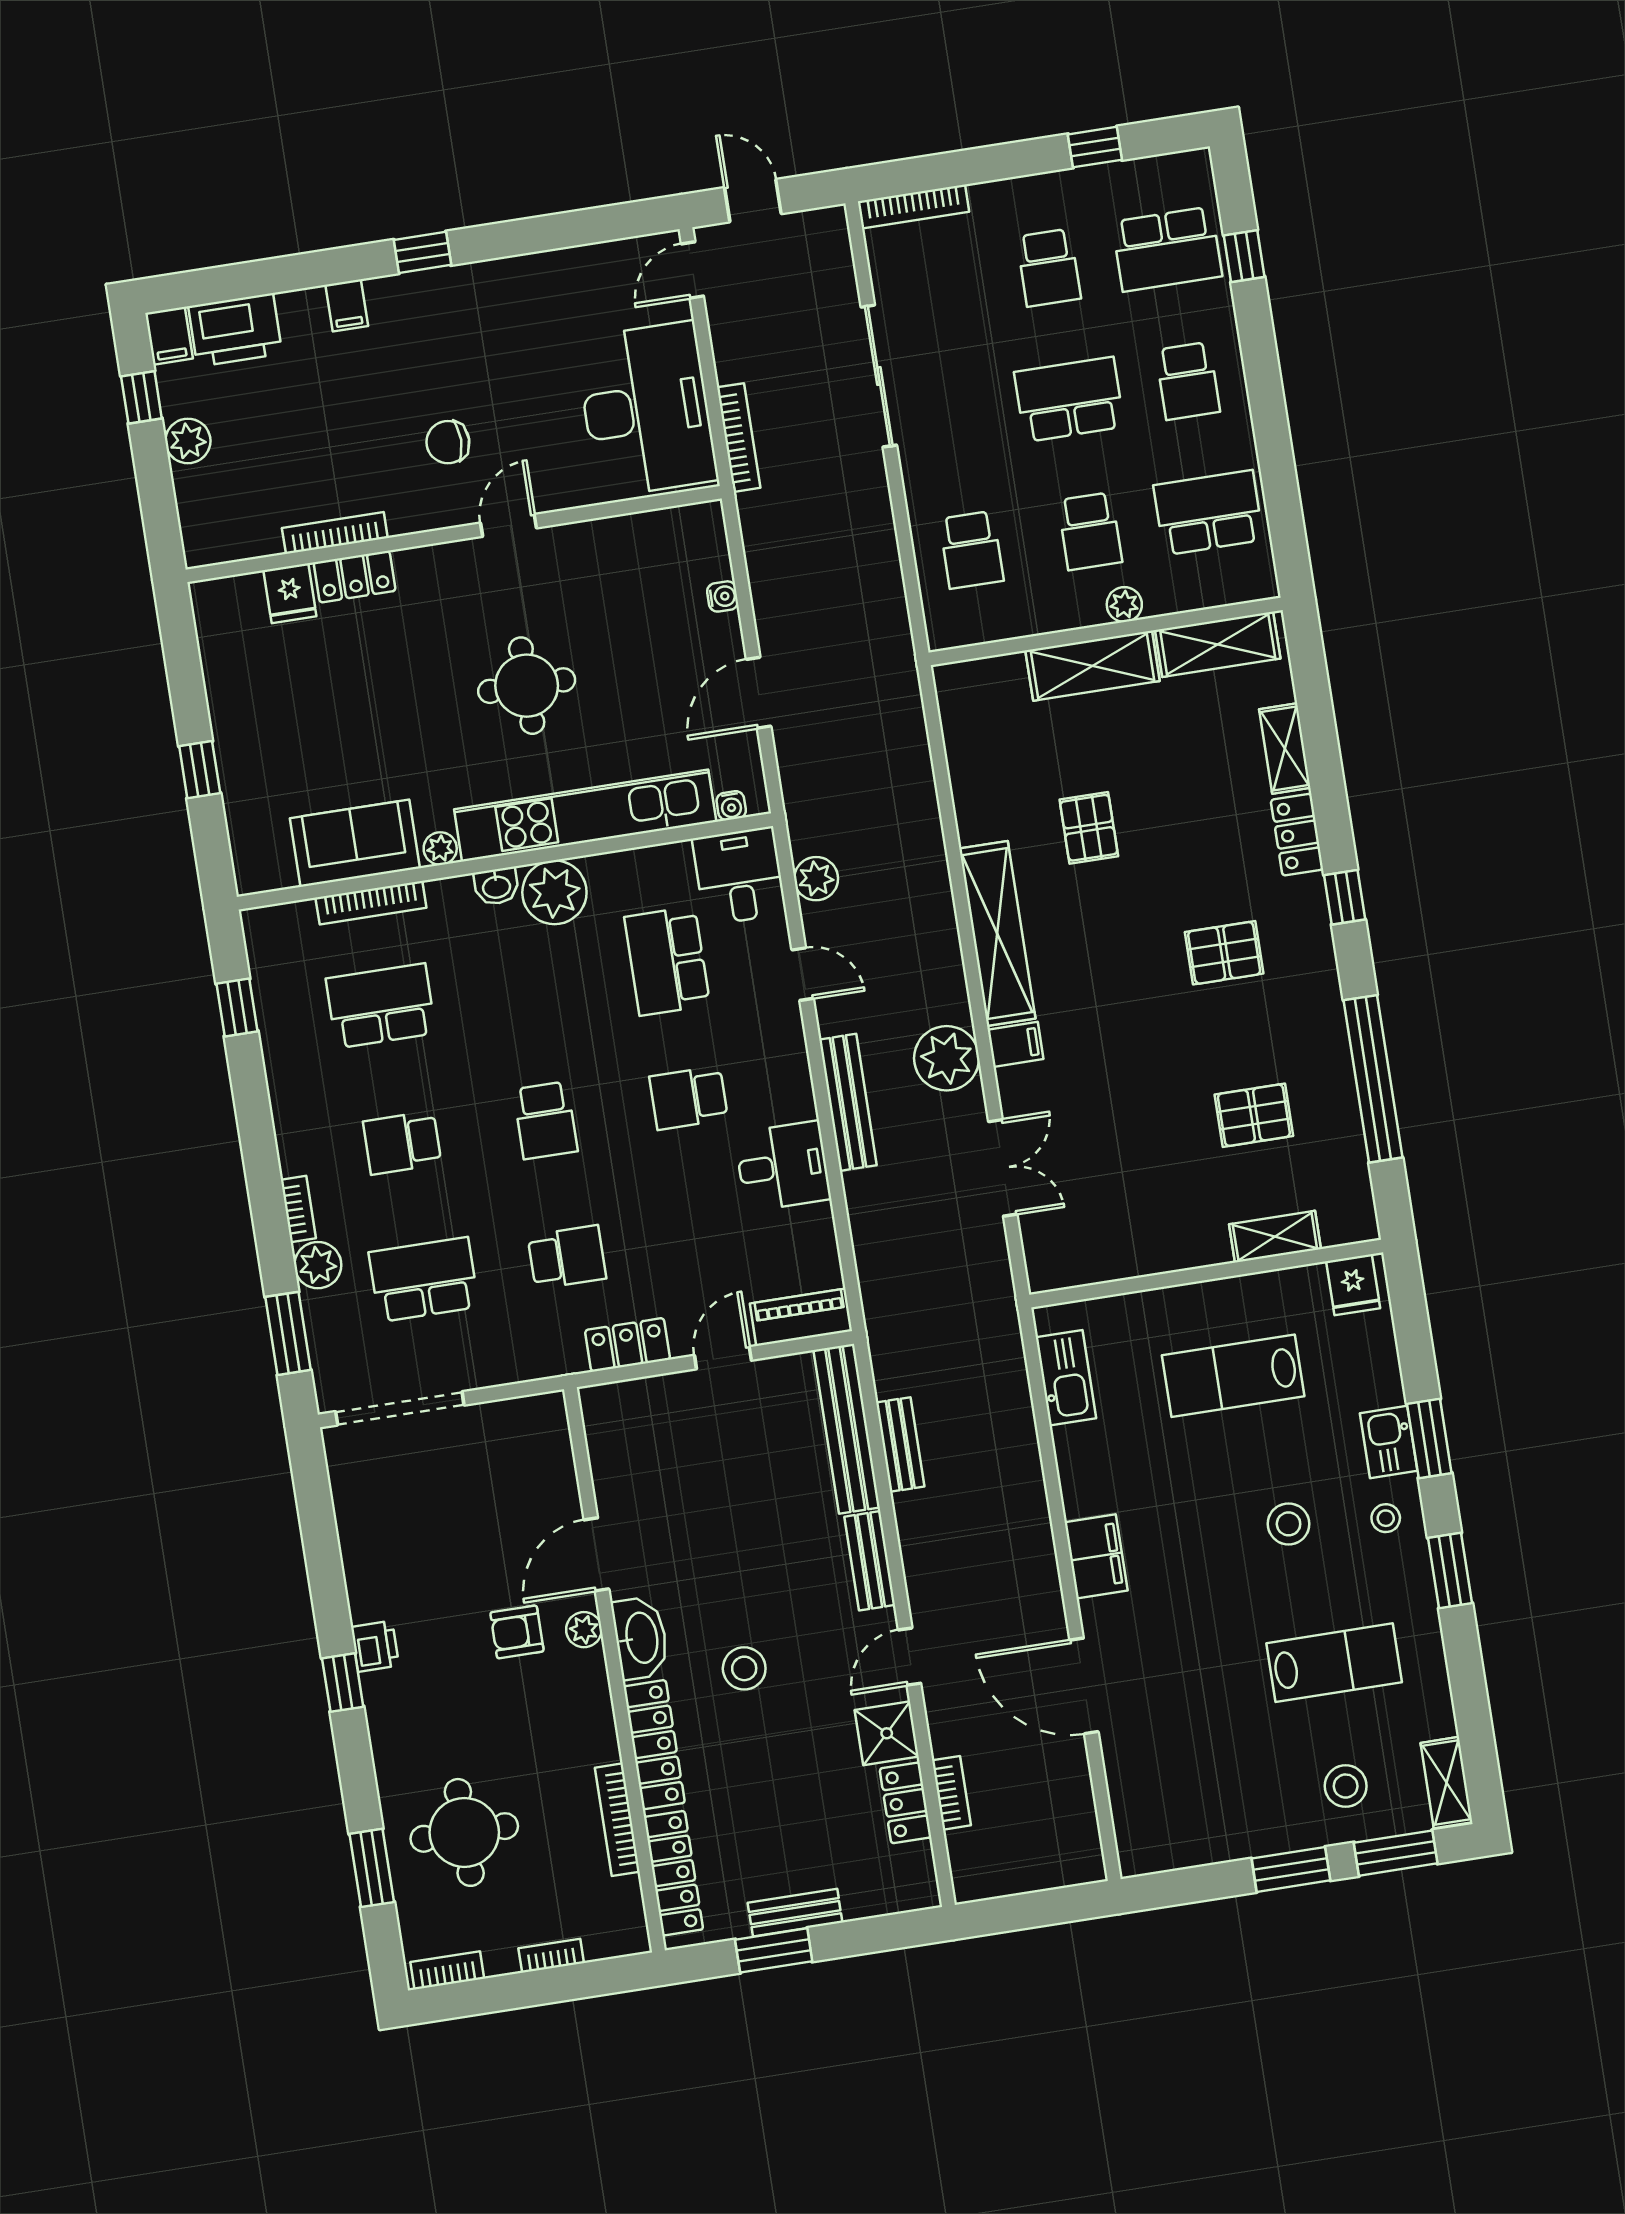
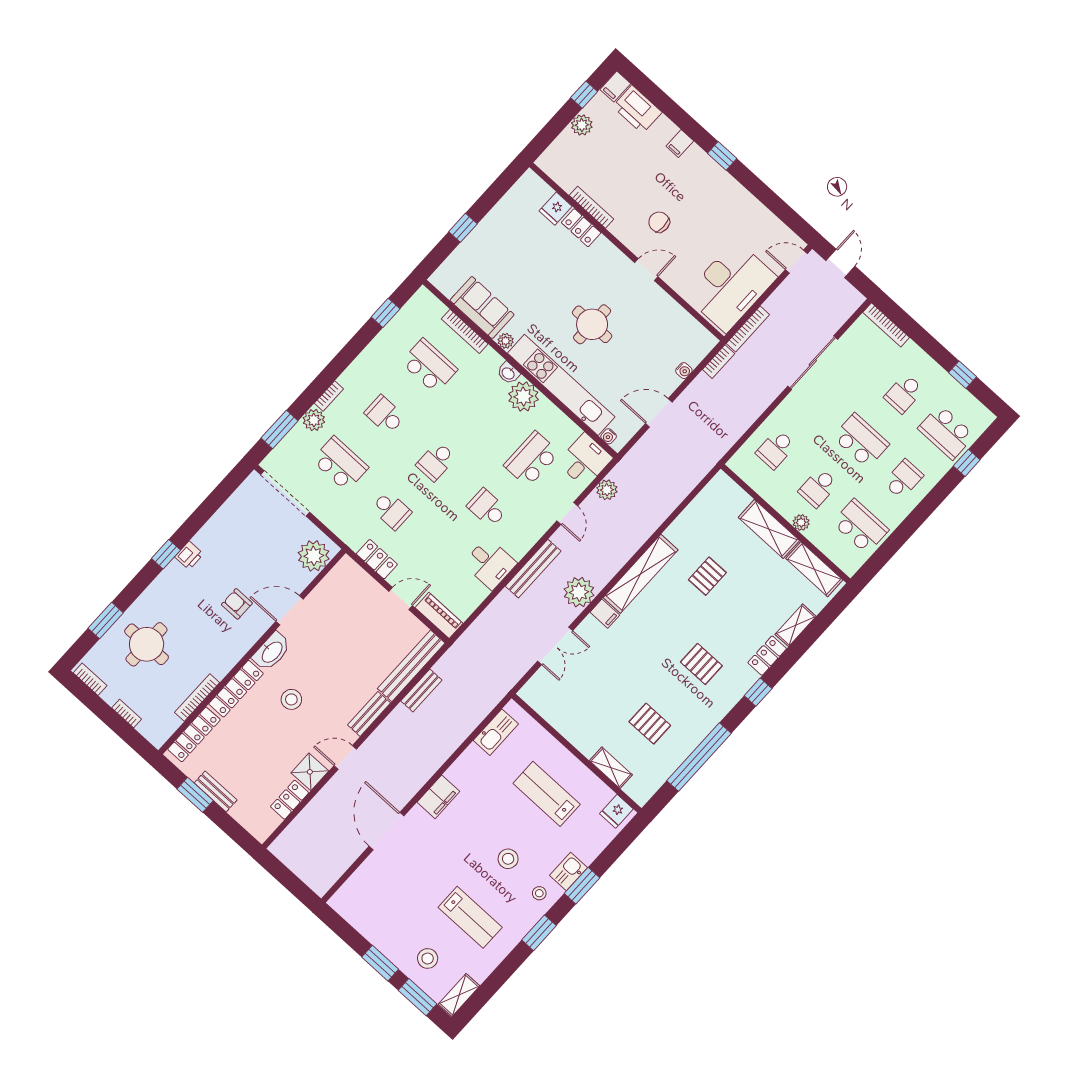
school desk: (1188, 381) -> (903, 479), turned 180
plant: (584, 1630) -> (314, 556), moved, width x1.88, depth x1.88
bookcase: (952, 1793) -> (719, 362), moved

